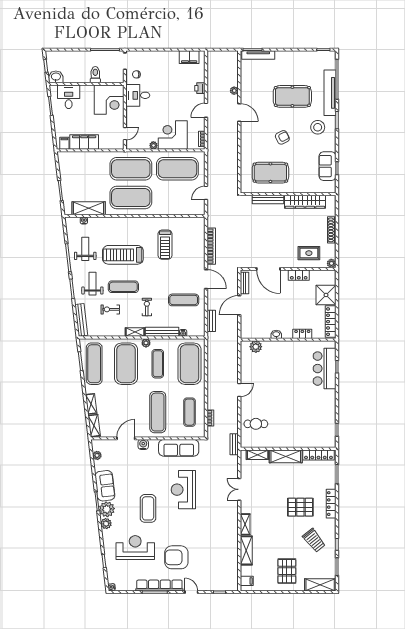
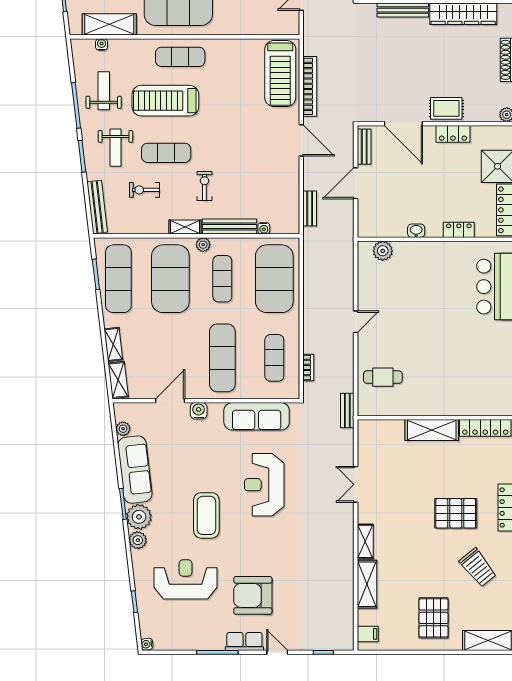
treadmill: (165, 245) -> (280, 73), moved, width x1.37, depth x1.38
rug: (309, 253) -> (446, 108), moved
weight bench: (92, 284) -> (115, 148), turned 180
exercise mat: (184, 300) -> (180, 57), moved
shelving: (258, 455) -> (386, 428), removed
sofa: (105, 486) -> (135, 470), width x1.36
row of seats: (159, 586) -> (244, 642), width x0.50

